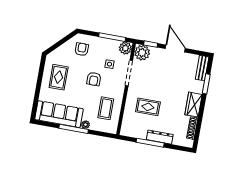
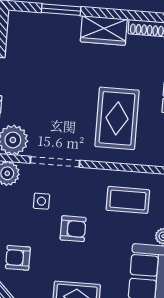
bench: (202, 68) -> (31, 21), removed
rug: (148, 107) -> (117, 118), width x1.36, depth x1.43

